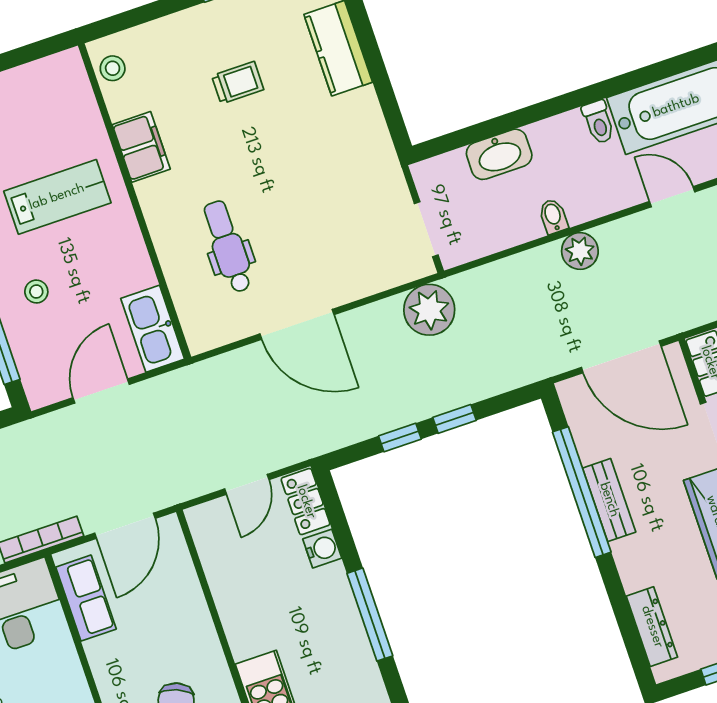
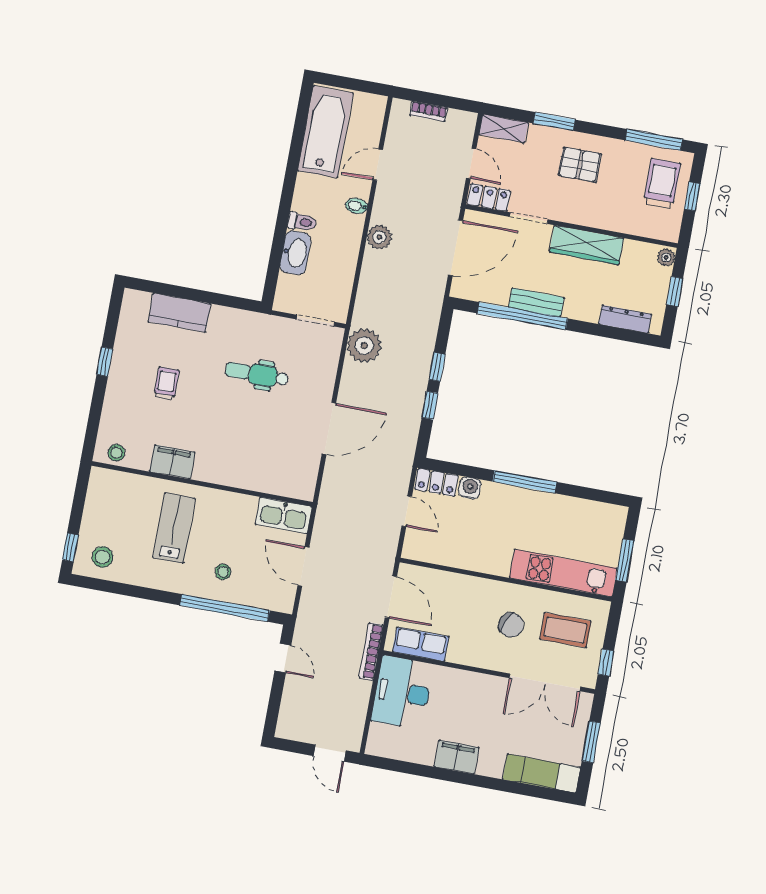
toilet: (598, 122) -> (302, 222), moved
bidet: (553, 216) -> (357, 206), moved
dental chair: (228, 247) -> (257, 374), moved

